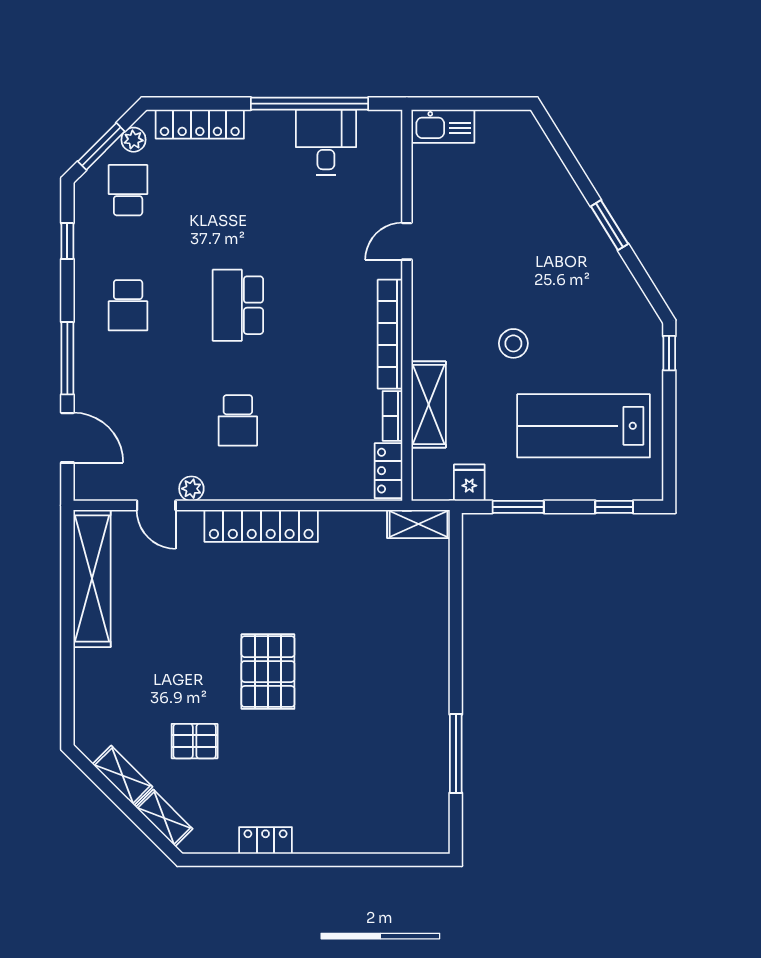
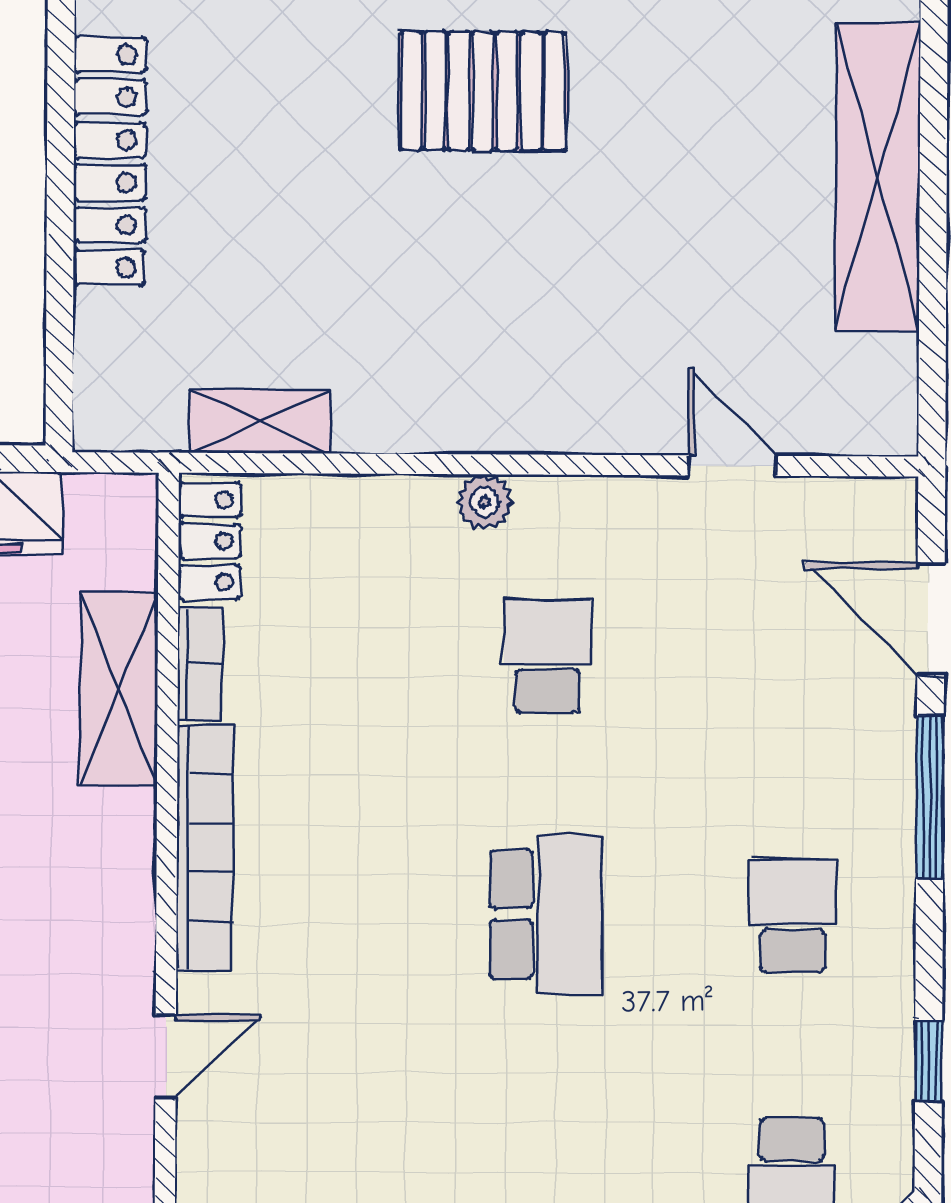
plant: (191, 489) -> (484, 502), moved
shelving: (418, 524) -> (260, 421), moved
locker: (261, 526) -> (110, 161), moved, turned 90
shelving: (92, 578) -> (878, 177), moved
pallet: (268, 672) -> (483, 91), turned 90

